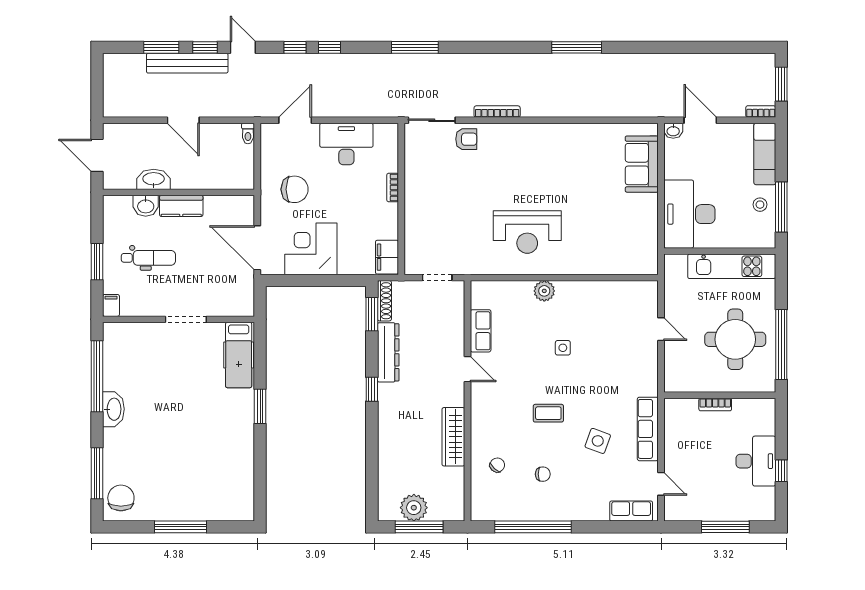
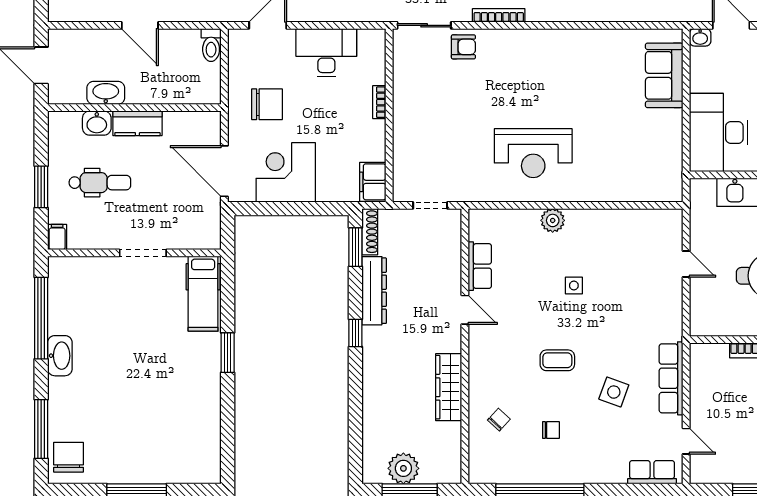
toilet: (248, 134) -> (211, 45), width x1.37, depth x1.39

